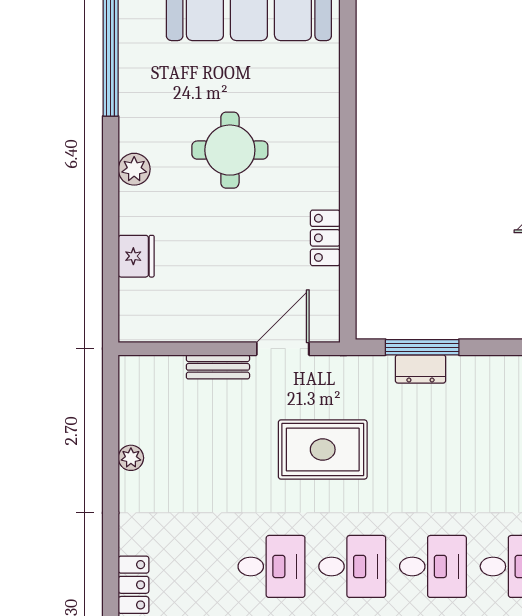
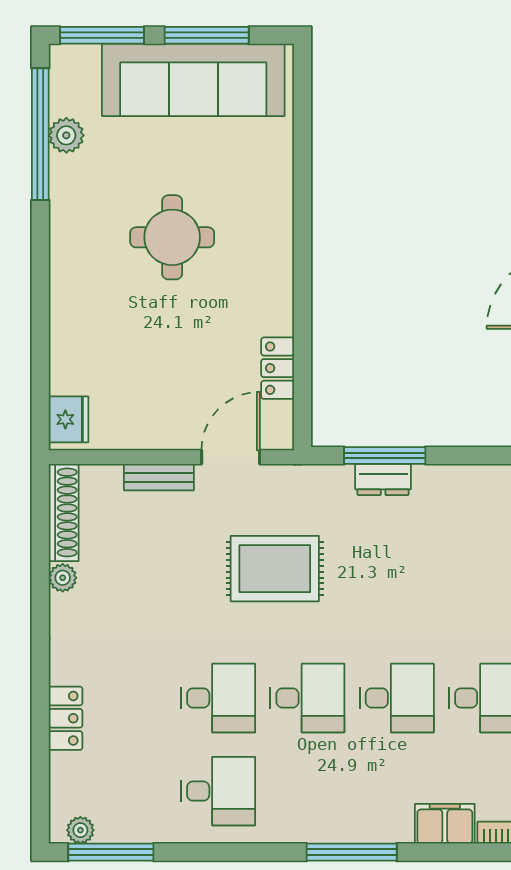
plant: (134, 169) -> (66, 135), moved
locker: (325, 238) -> (278, 368), moved
fridge: (136, 256) -> (68, 419), moved
shoe rack: (132, 399) -> (64, 512), added

